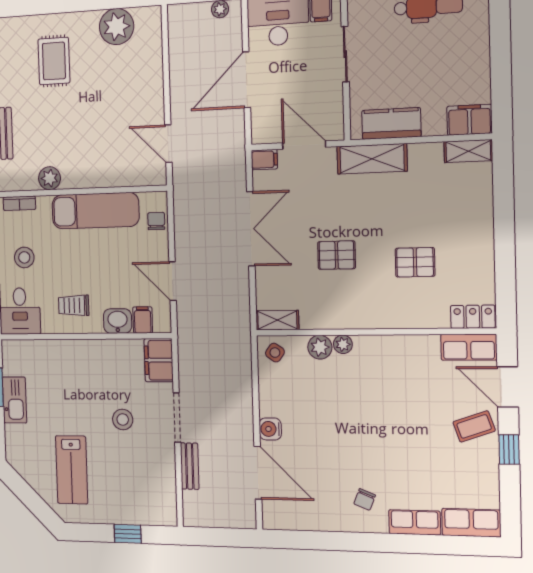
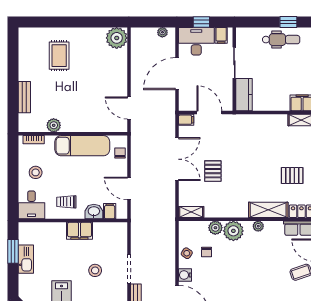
plant: (117, 27) -> (117, 38), moved
kitchen counter: (391, 123) -> (244, 95), moved, turned 90
shelving: (372, 159) -> (268, 210), moved
pallet: (337, 255) -> (213, 171), moved, turned 90
pallet: (415, 262) -> (292, 176), moved
plant: (343, 344) -> (233, 231), width x1.88, depth x1.88
plant: (395, 344) -> (258, 226), added
side table: (275, 353) -> (187, 253), moved
filing cabinet: (159, 360) -> (79, 231), moved, turned -90
chair: (306, 389) -> (207, 252), added

